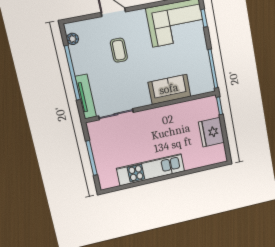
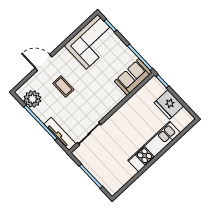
plant: (73, 39) -> (32, 99), width x1.88, depth x1.88
sofa: (169, 89) -> (133, 77), moved
kitchen unit: (151, 170) -> (154, 147), moved

